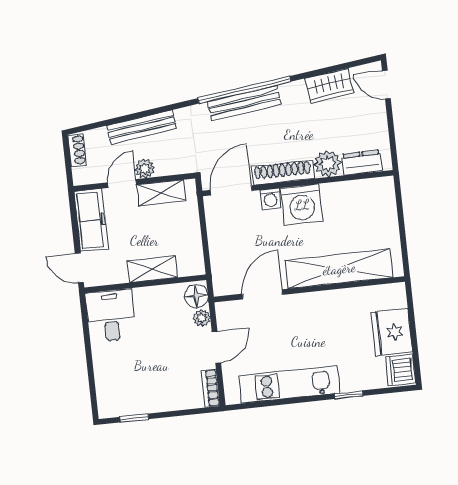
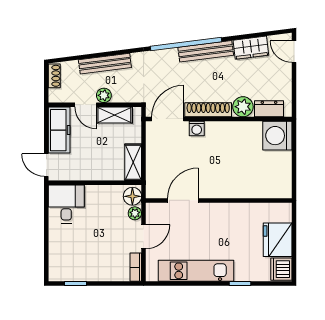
bench: (244, 103) -> (206, 51), moved
door: (122, 184) -> (86, 105), swing flipped
washing machine: (302, 205) -> (277, 136), moved, turned 90
shelving: (152, 269) -> (133, 162), moved, turned 90
shelving: (339, 269) -> (243, 187), removed

